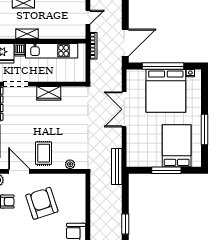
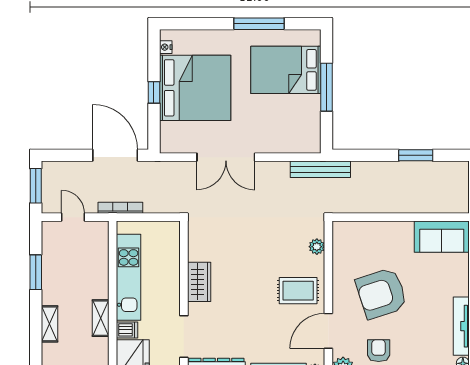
window: (163, 66) -> (154, 92), width x0.32

